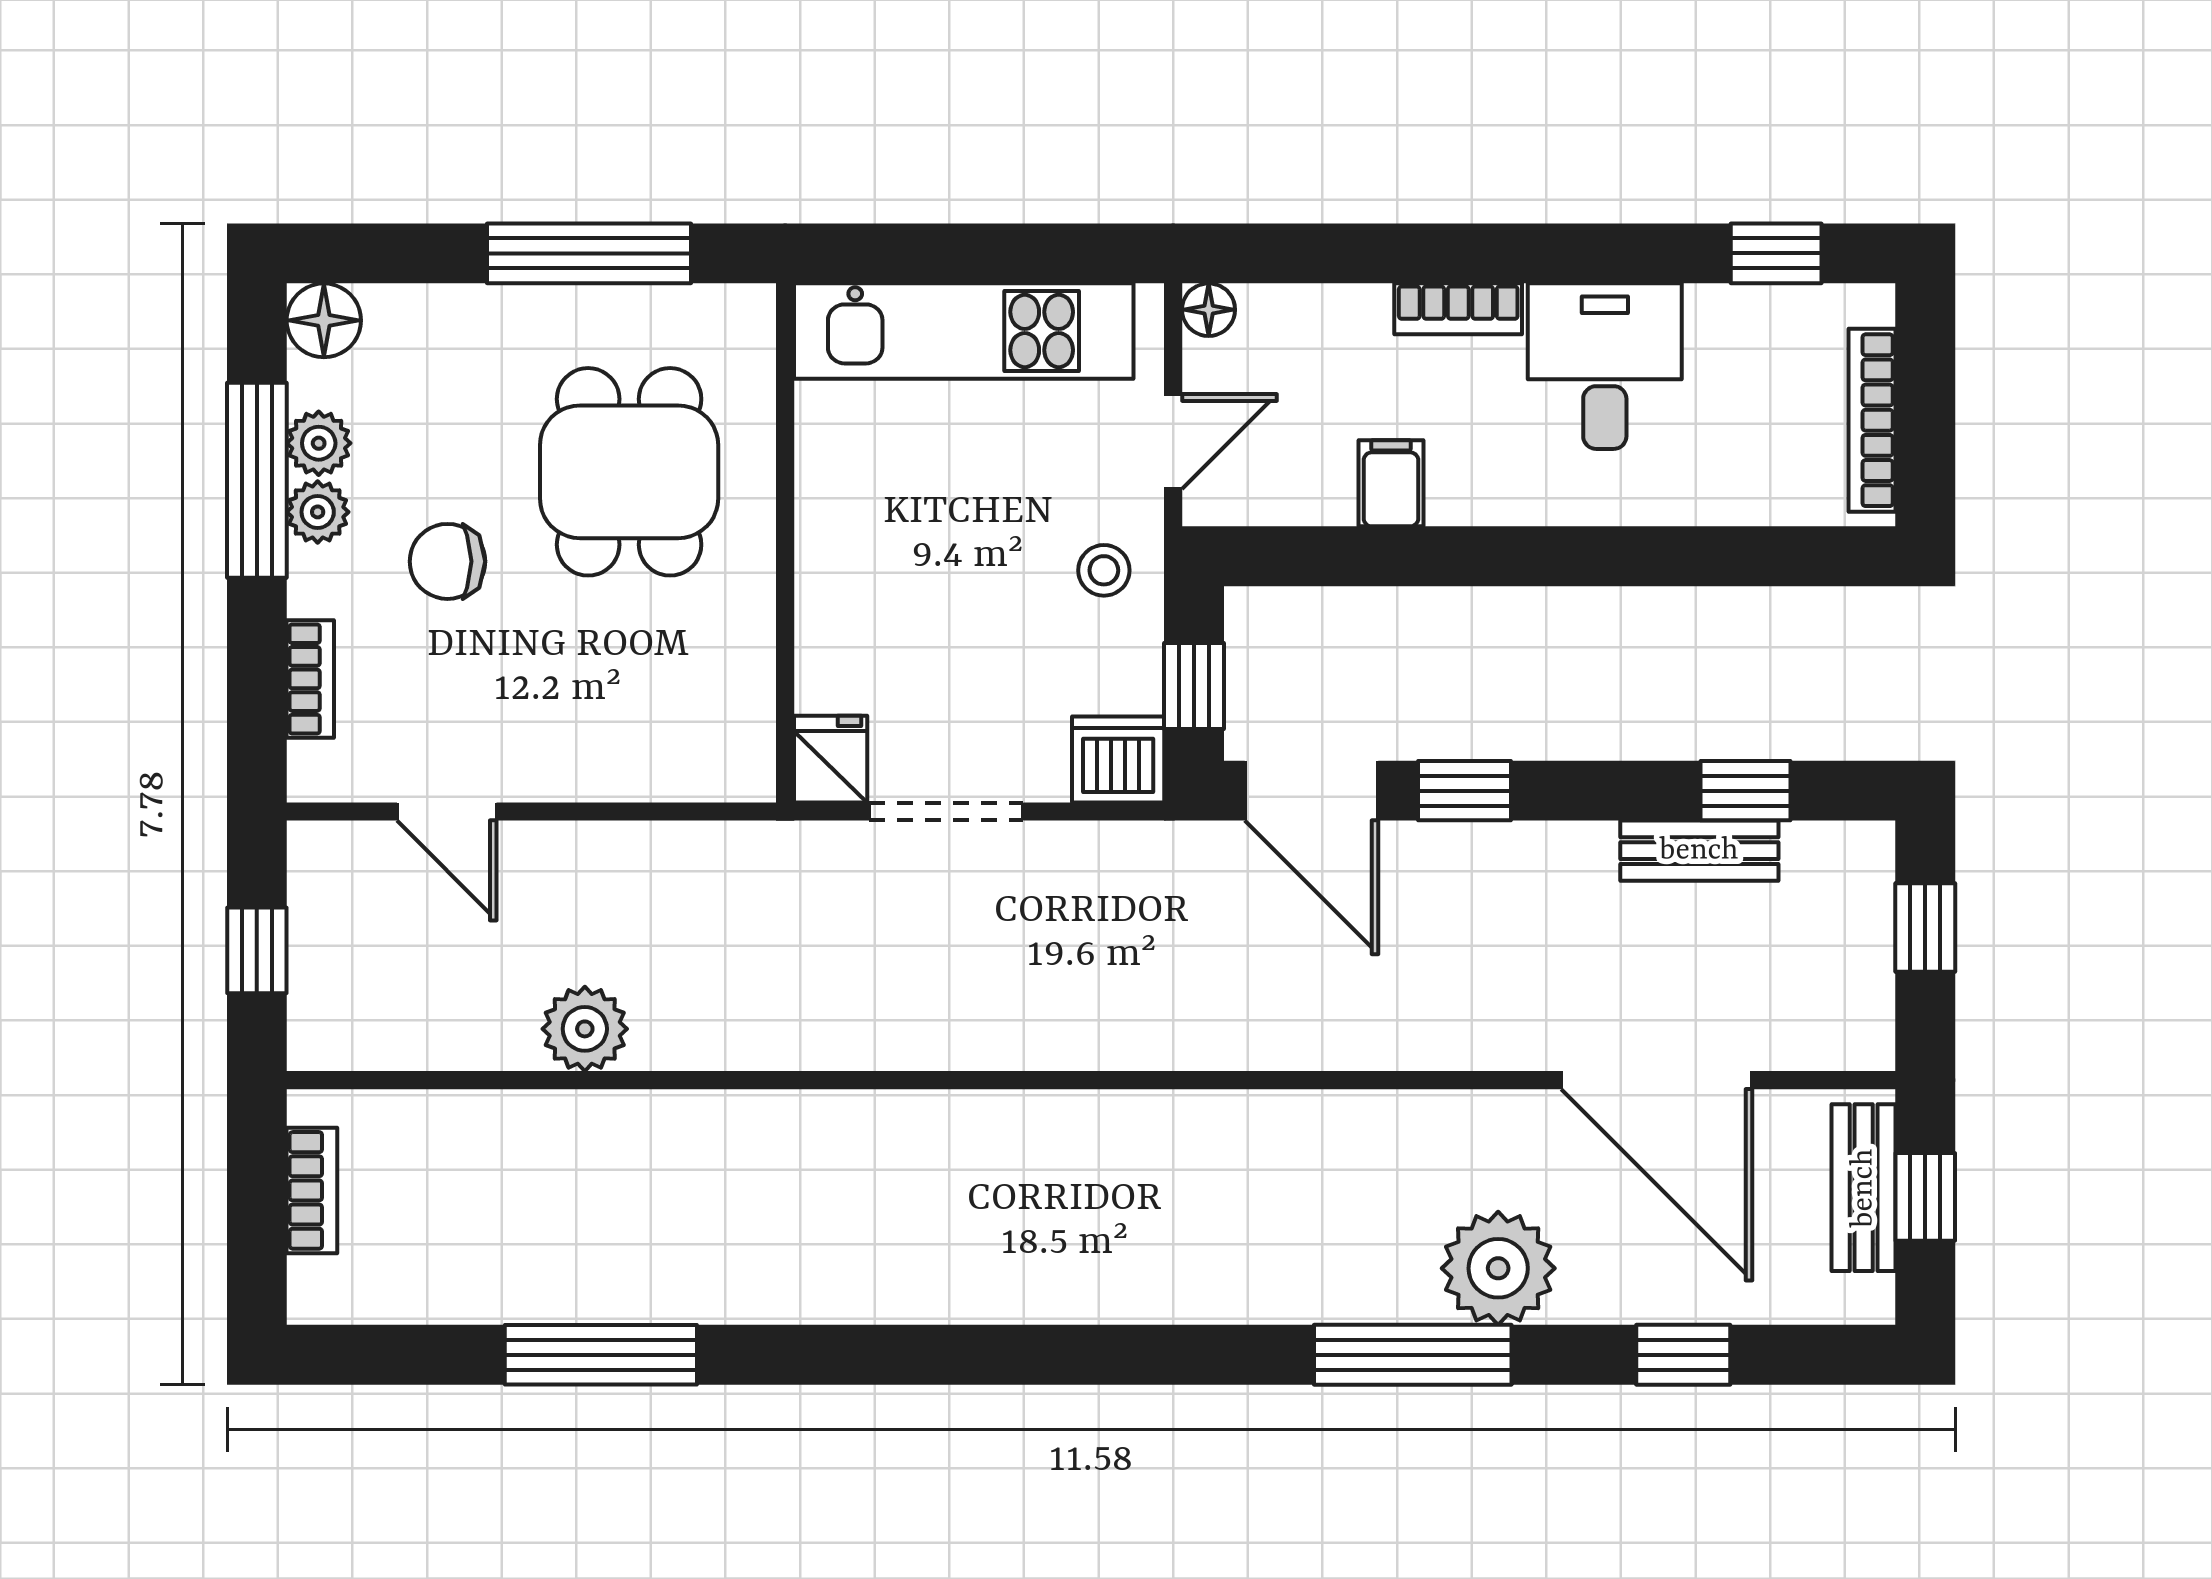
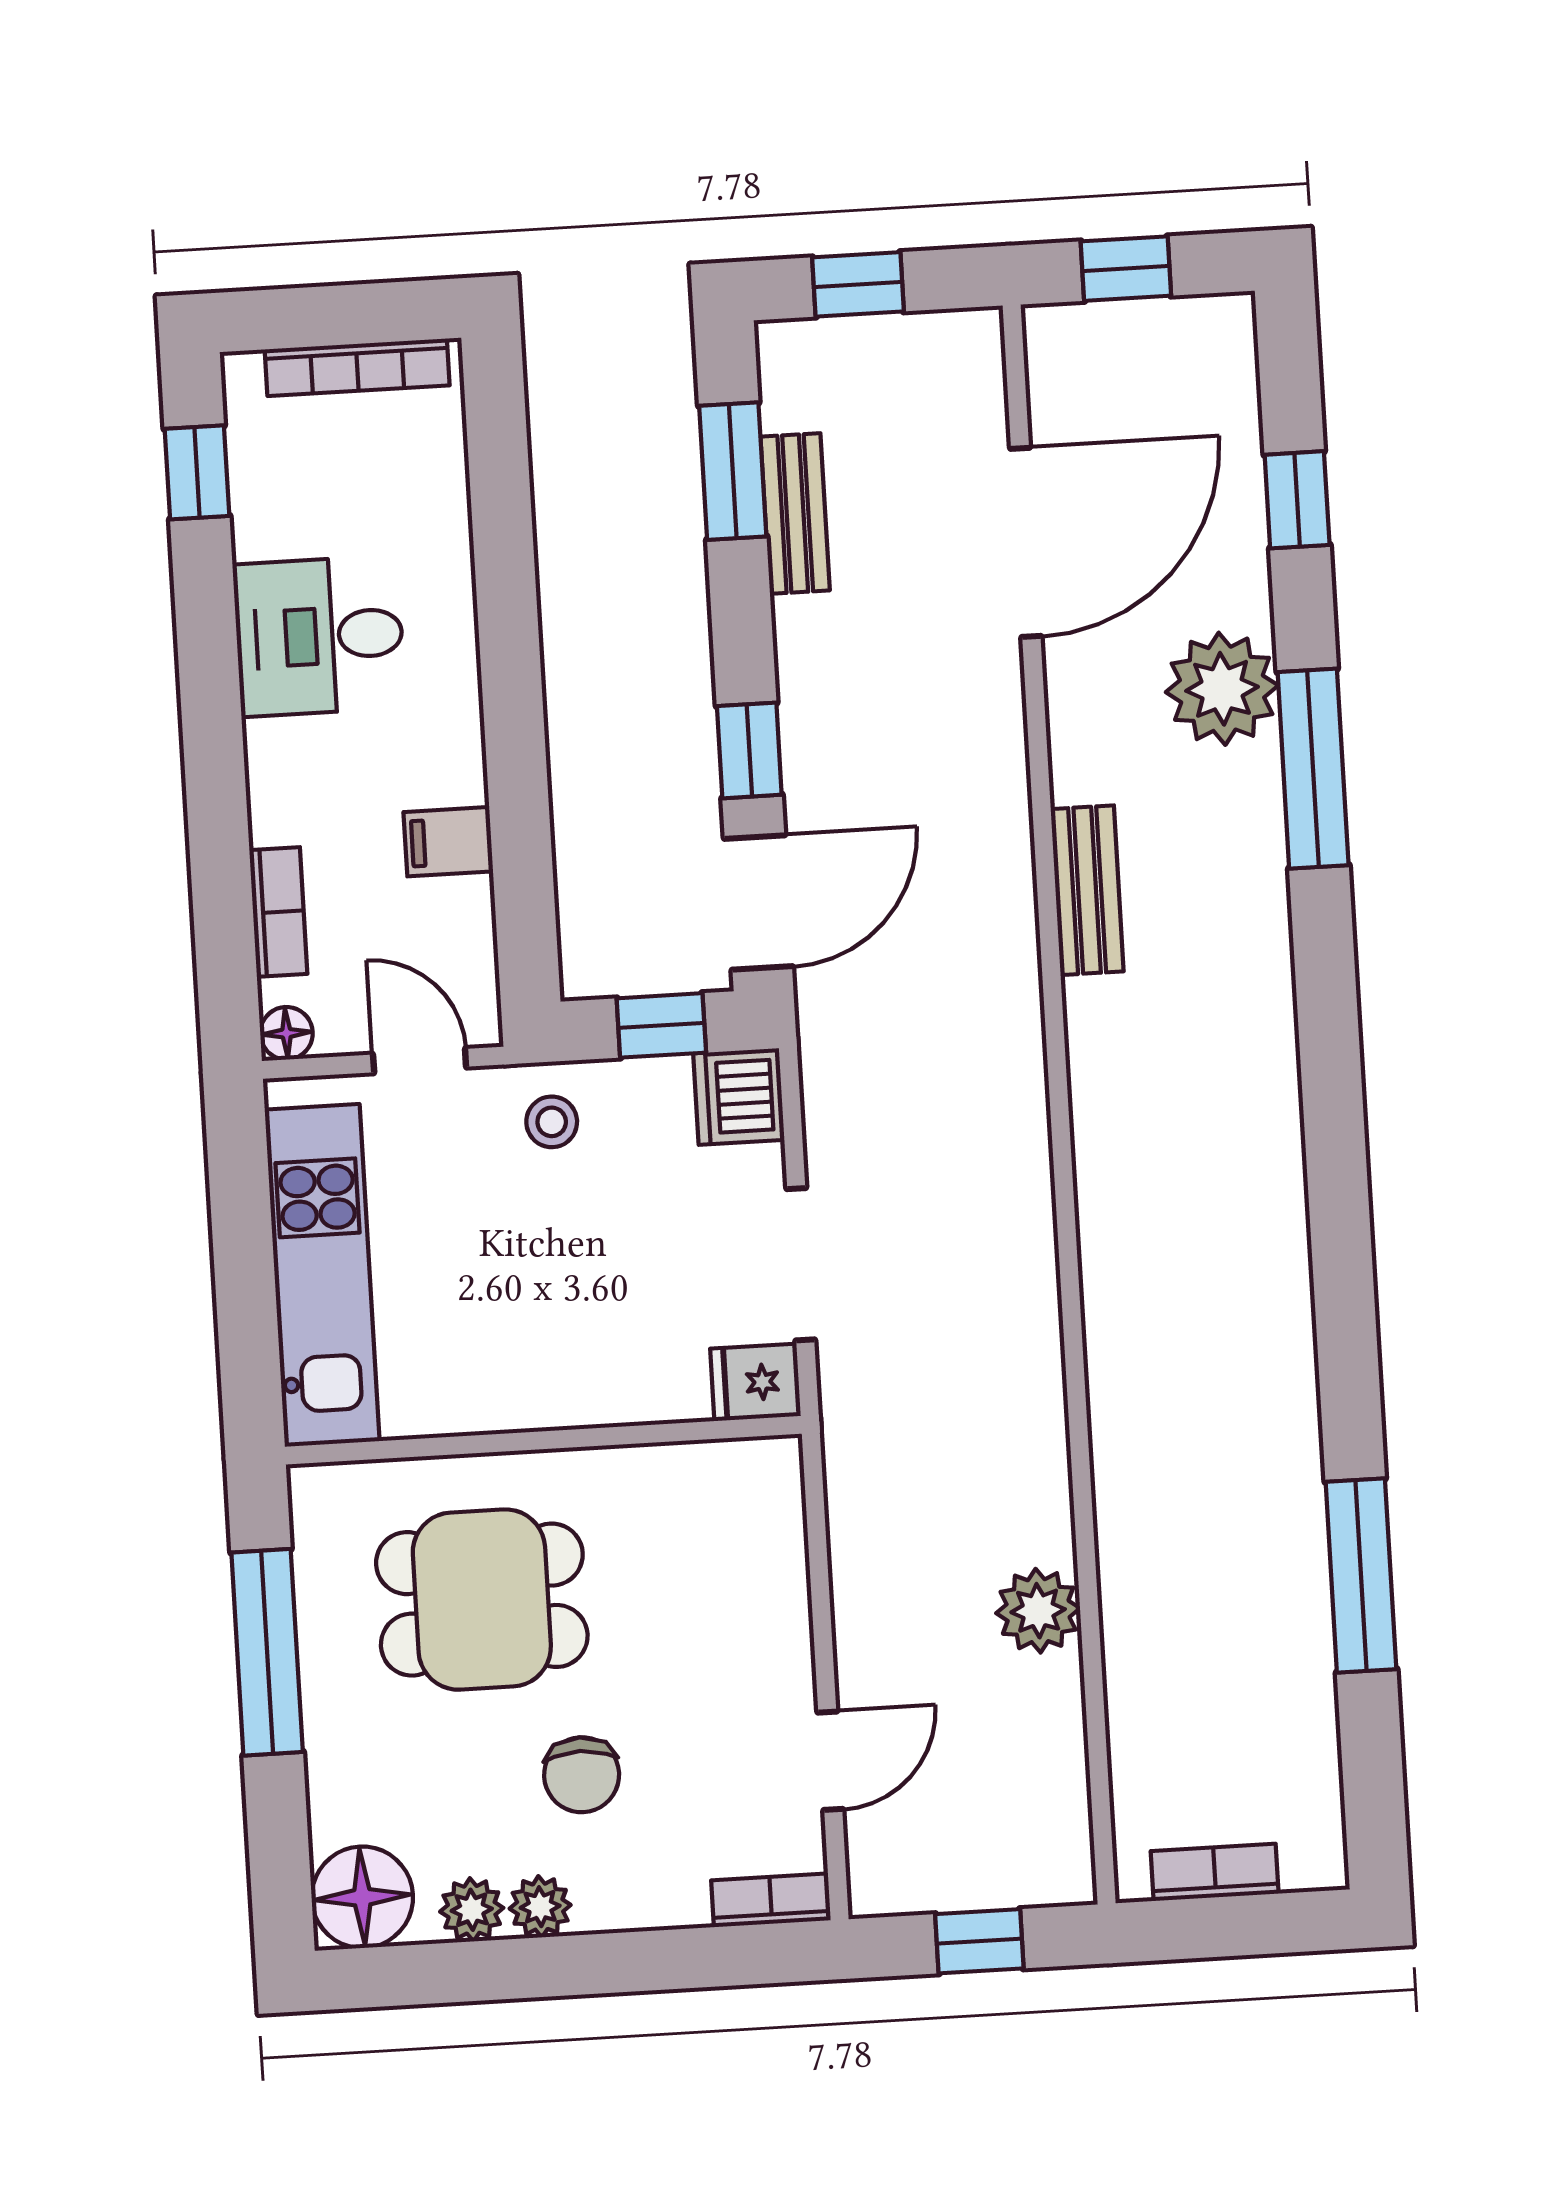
bookcase: (1458, 309) -> (278, 912), moved
floor lamp: (324, 320) -> (362, 1897), width x1.38, depth x1.38
window: (257, 480) -> (512, 1969), removed
bookcase: (310, 679) -> (771, 1900), moved
window: (1746, 791) -> (733, 471), width x1.50
bench: (1864, 1188) -> (1087, 890), moved, turned 90

